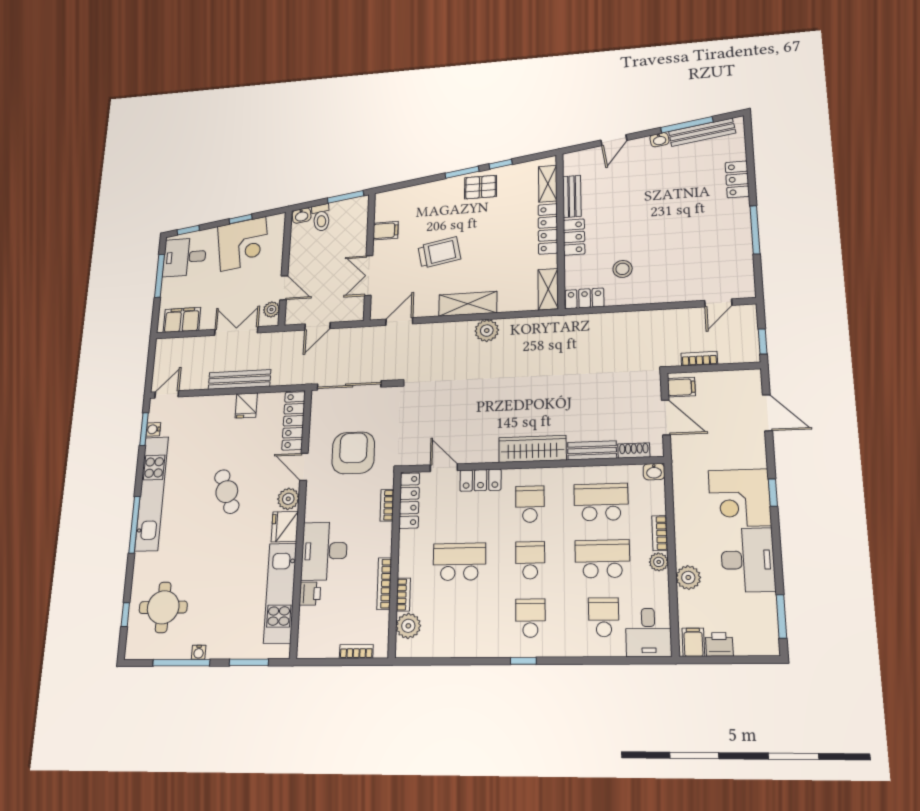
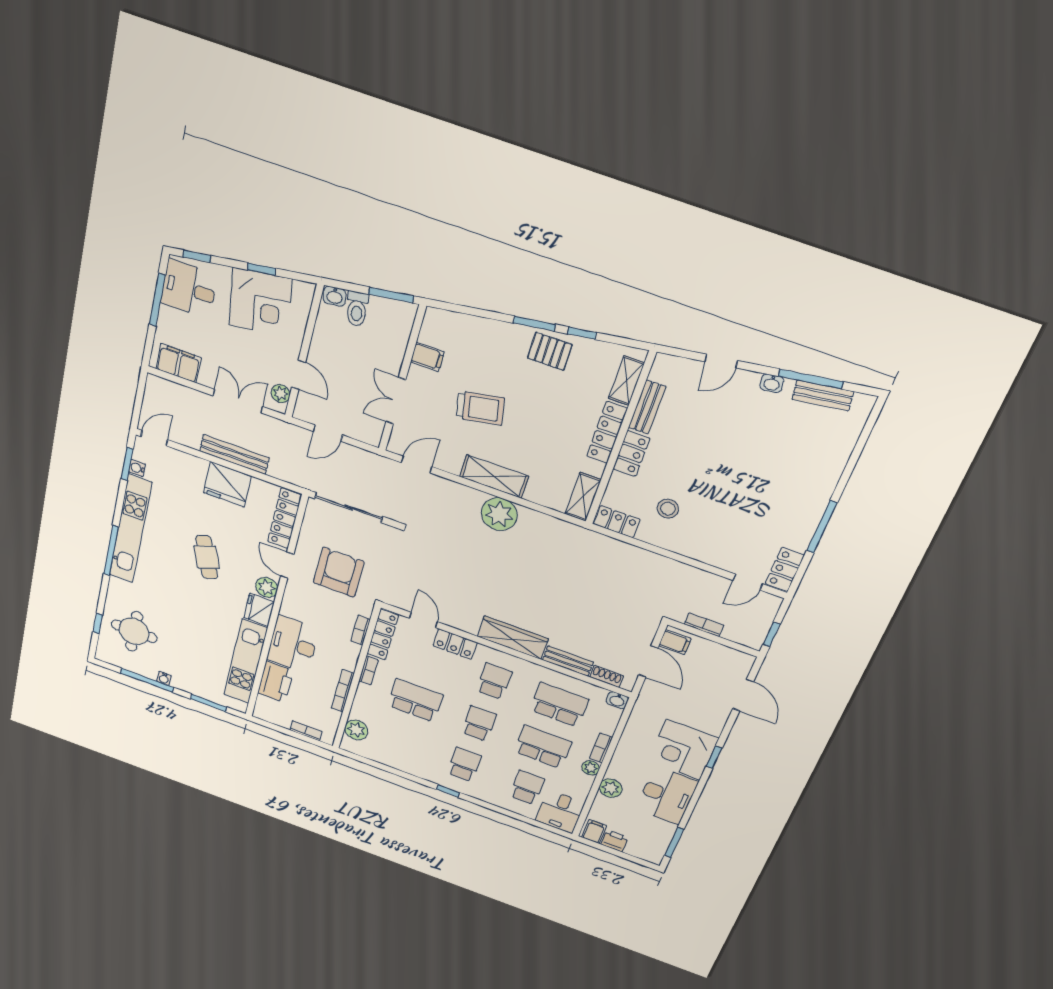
bench: (702, 132) -> (823, 396), width x0.73
locker: (737, 179) -> (785, 569), moved
plant: (487, 331) -> (499, 514), width x1.36, depth x1.36
fridge: (246, 406) -> (227, 484), width x1.88, depth x1.34
printer: (310, 594) -> (276, 682), width x1.87, depth x1.48
bookcase: (403, 595) -> (368, 670), moved

